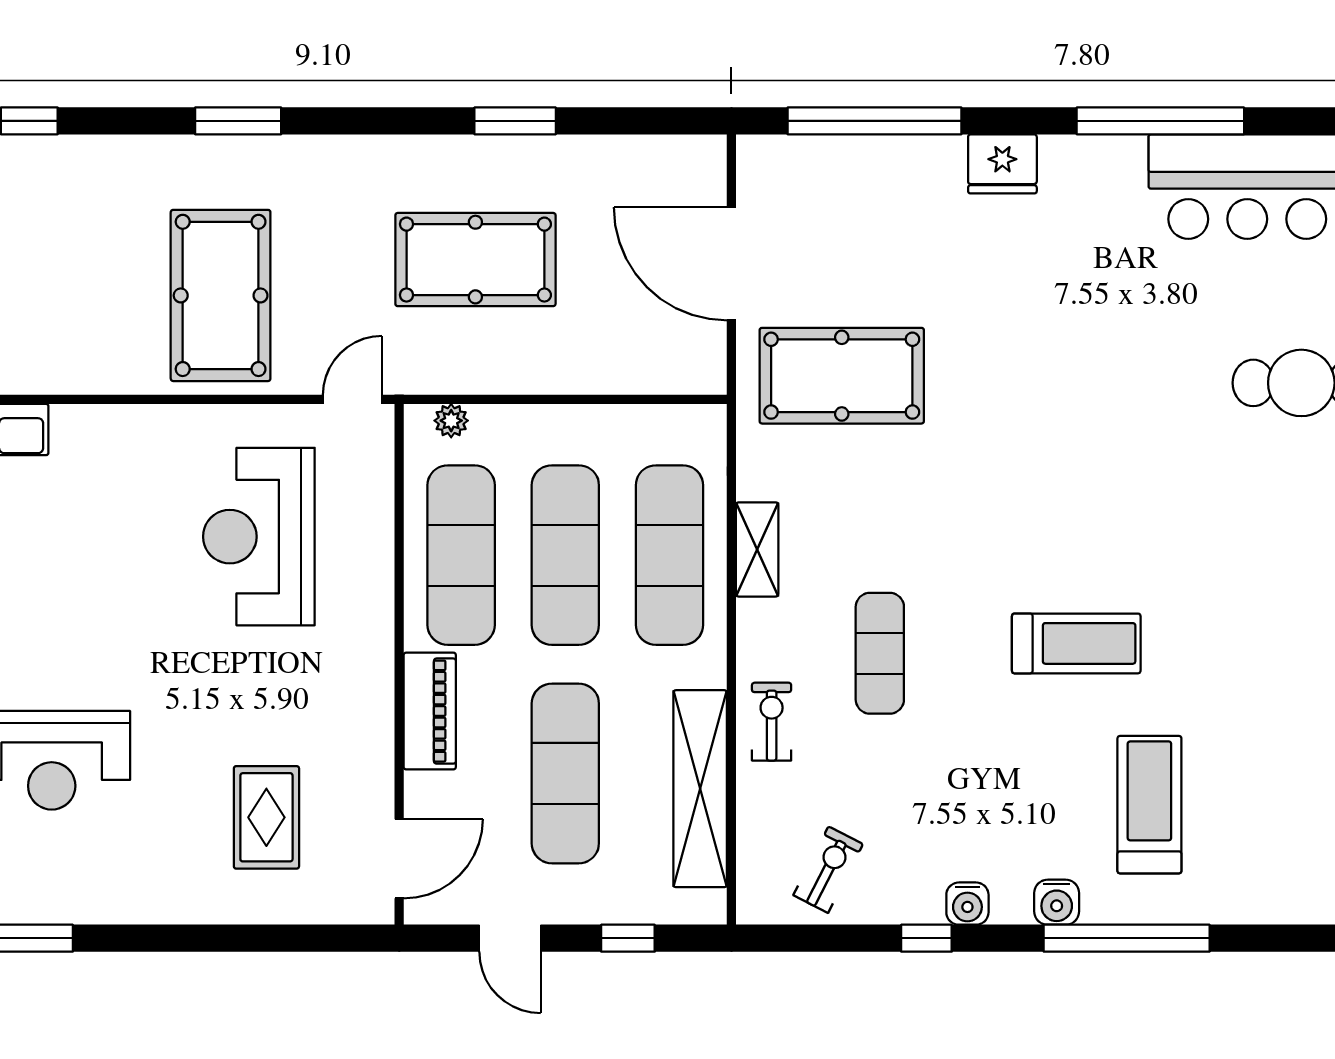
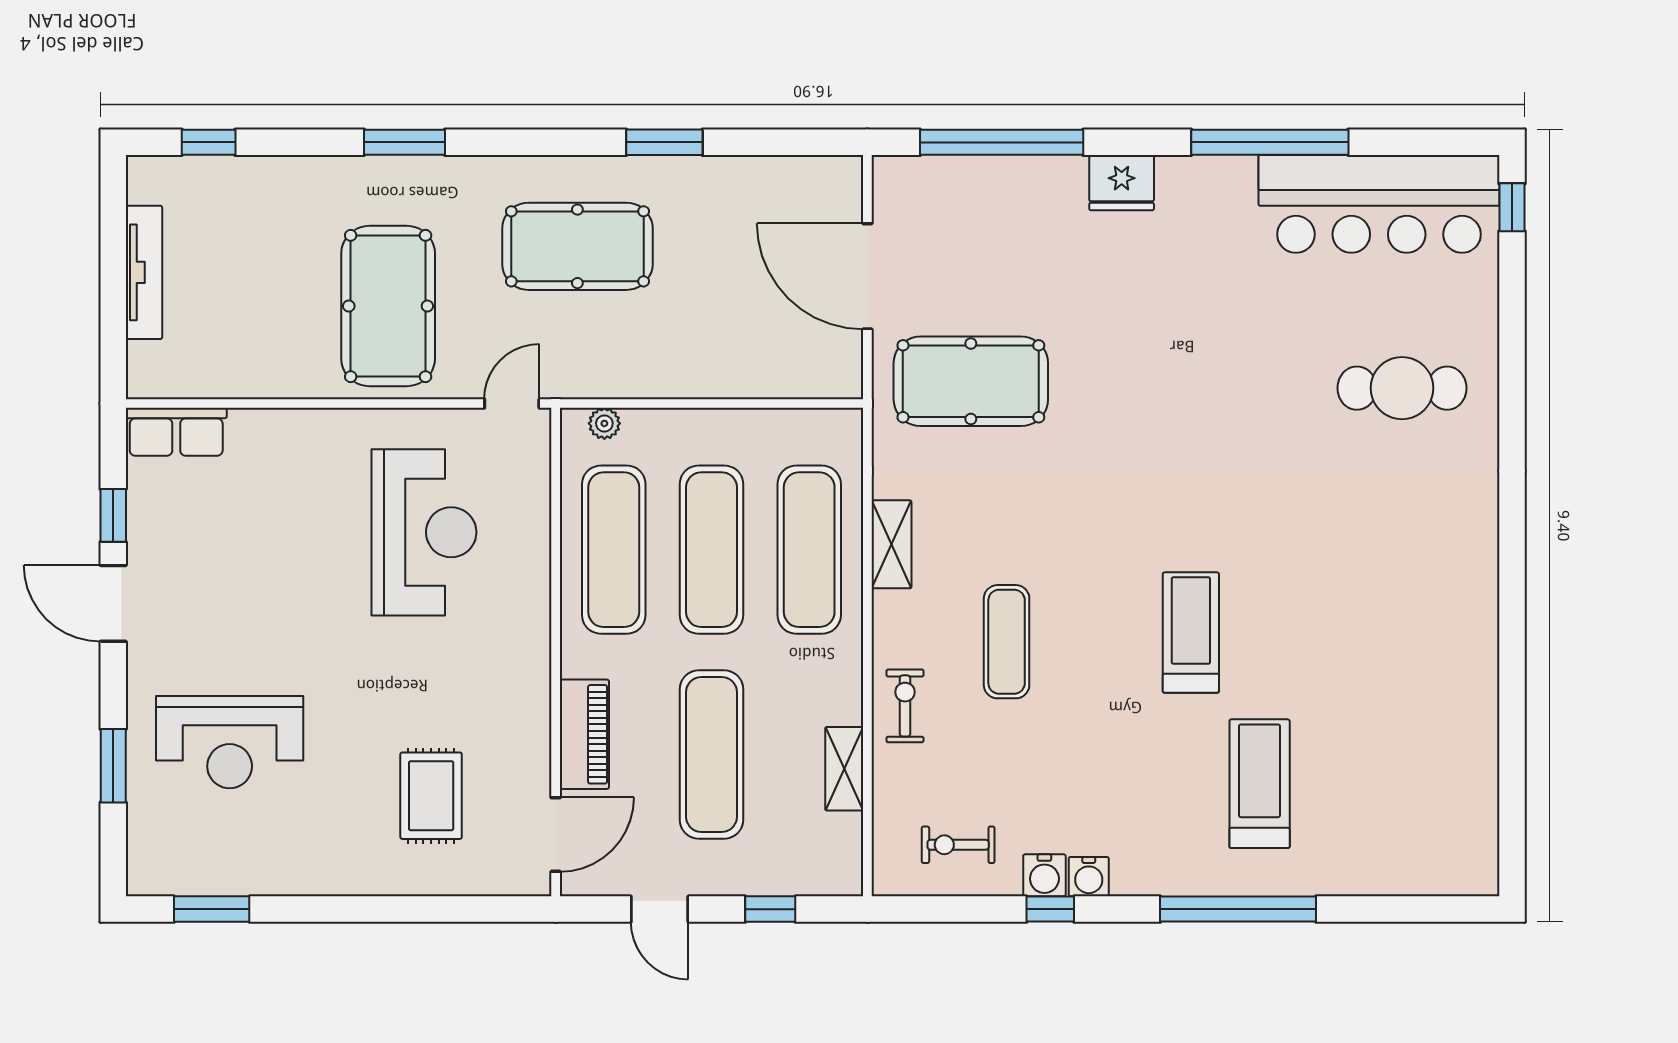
pool table: (475, 260) -> (577, 246), moved
reception desk: (259, 537) -> (424, 532), turned 180
treadmill: (1076, 643) -> (1191, 633), turned -90
piano: (430, 711) -> (584, 734), moved
shelving: (700, 789) -> (844, 769), width x0.45, depth x0.75
exercise bike: (828, 870) -> (958, 845), turned -117
water cooler: (1057, 902) -> (1044, 875), moved

